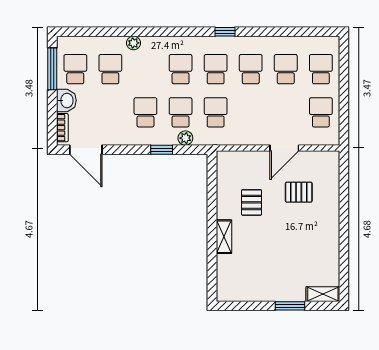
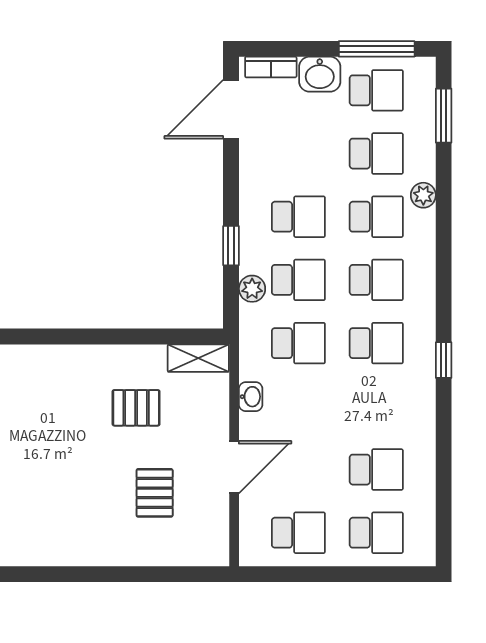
window: (89, 32) -> (444, 116), added
school desk: (251, 69) -> (376, 217), moved
washbasin: (245, 139) -> (251, 397), added
door: (284, 148) -> (234, 467), swing flipped
shelving: (224, 237) -> (198, 358), moved

